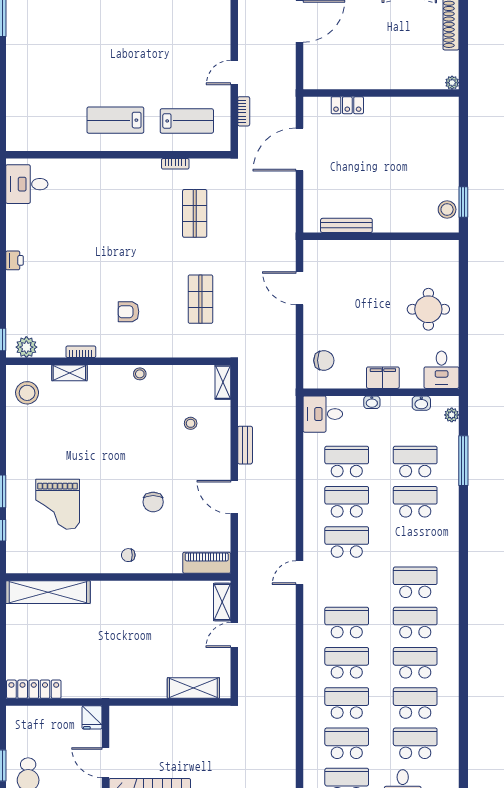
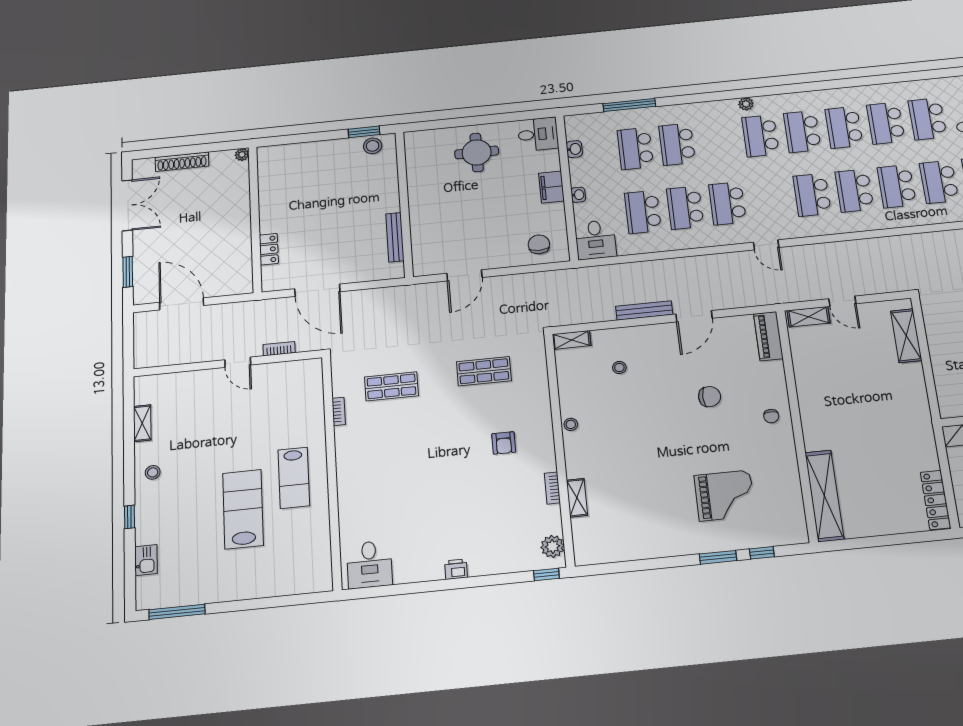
lab bench: (187, 121) -> (243, 509), moved, width x1.36, depth x1.39
stool: (27, 393) -> (604, 541), removed
plant: (452, 415) -> (746, 104), moved
bench: (245, 445) -> (644, 310), width x1.36

